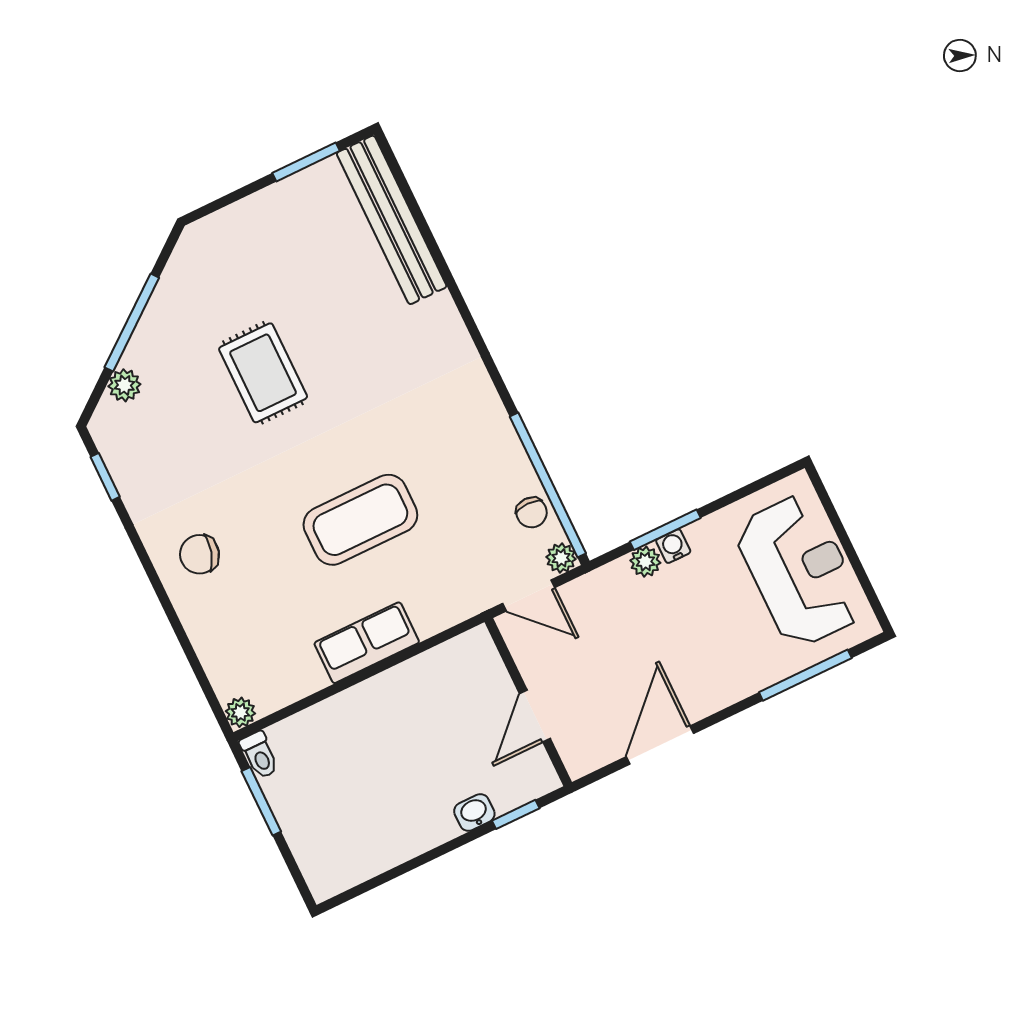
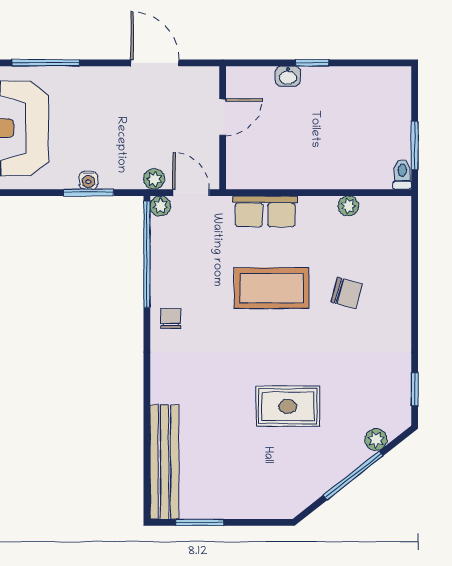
rug: (263, 373) -> (288, 406), turned 90
chair: (532, 512) -> (171, 318), moved
chair: (199, 554) -> (347, 293), moved
plant: (645, 562) -> (154, 179), moved
row of seats: (367, 643) -> (265, 211), moved
plant: (240, 712) -> (348, 206), moved
door: (660, 745) -> (155, 63), swing flipped
window: (516, 814) -> (312, 63), moved

